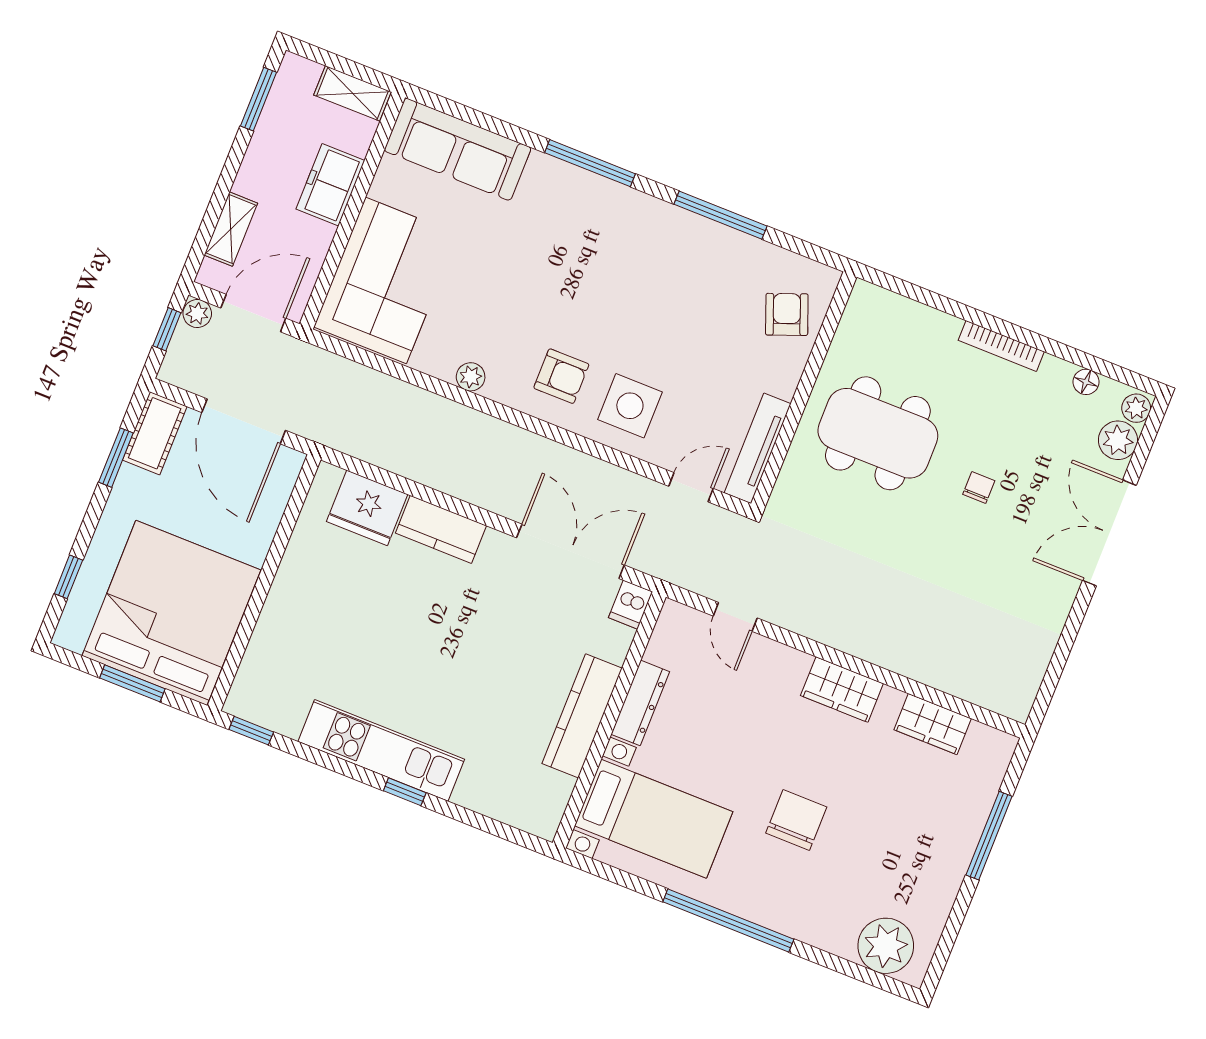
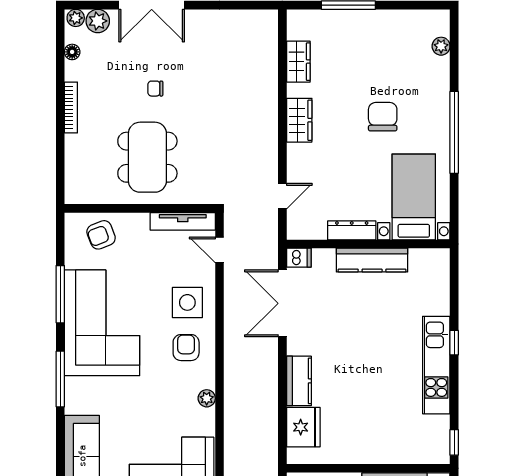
corner sofa: (651, 262) -> (102, 323), added
chair: (796, 820) -> (383, 117), turned 90
plant: (886, 946) -> (441, 46), width x0.53, depth x0.53

